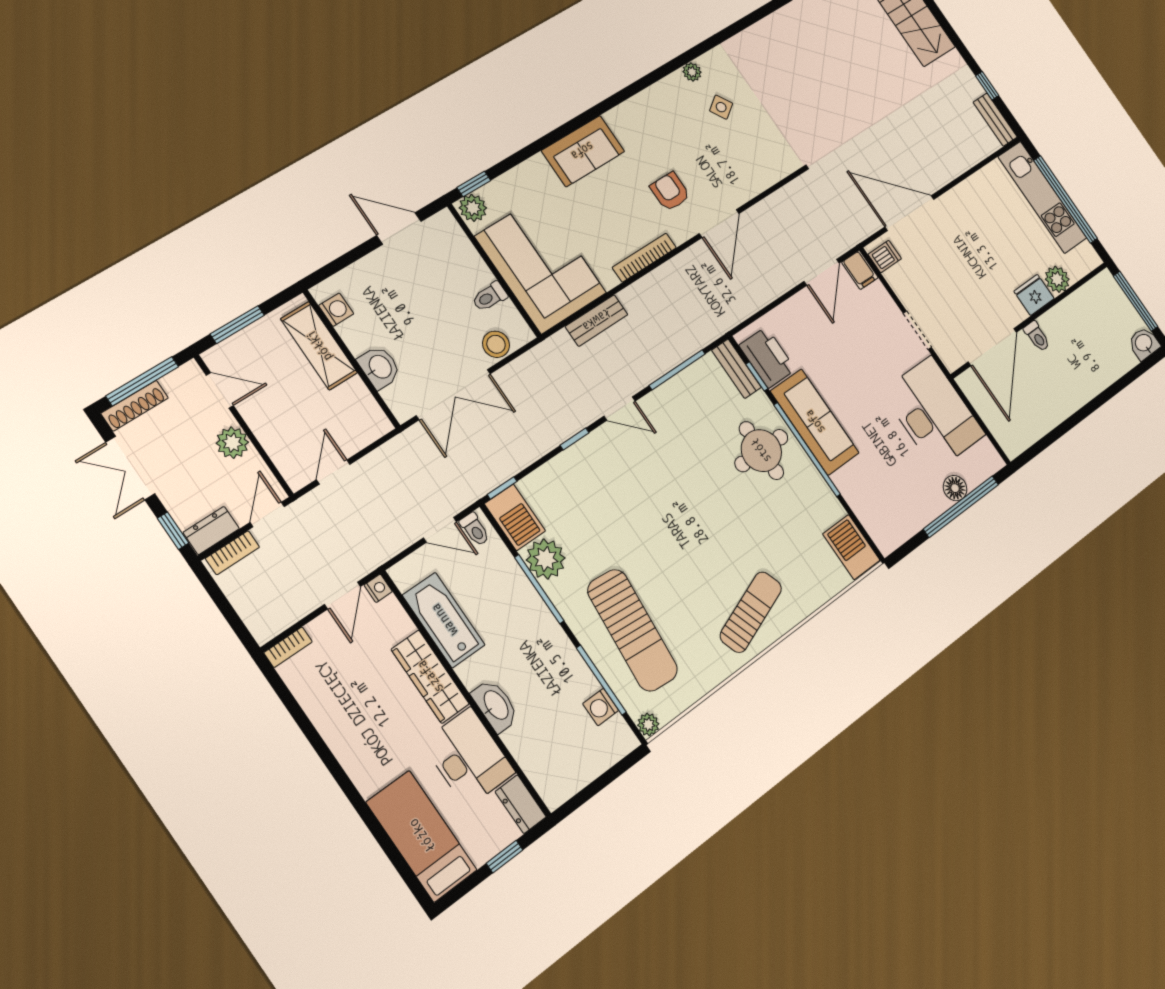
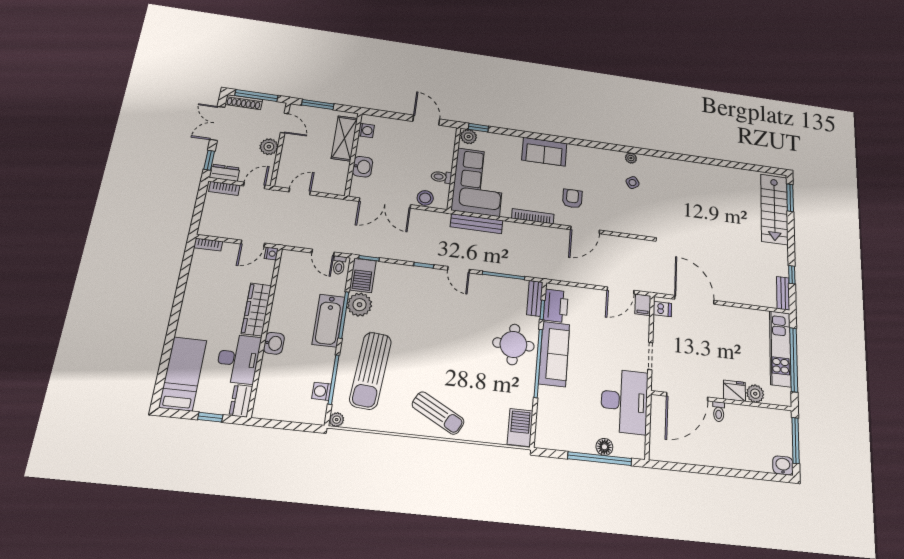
bench: (597, 320) -> (477, 224), width x1.36
sun lounger: (751, 612) -> (438, 413), turned 48
bathtub: (444, 620) -> (328, 321), moved, turned 180
washbasin: (495, 706) -> (274, 343), width x0.72

